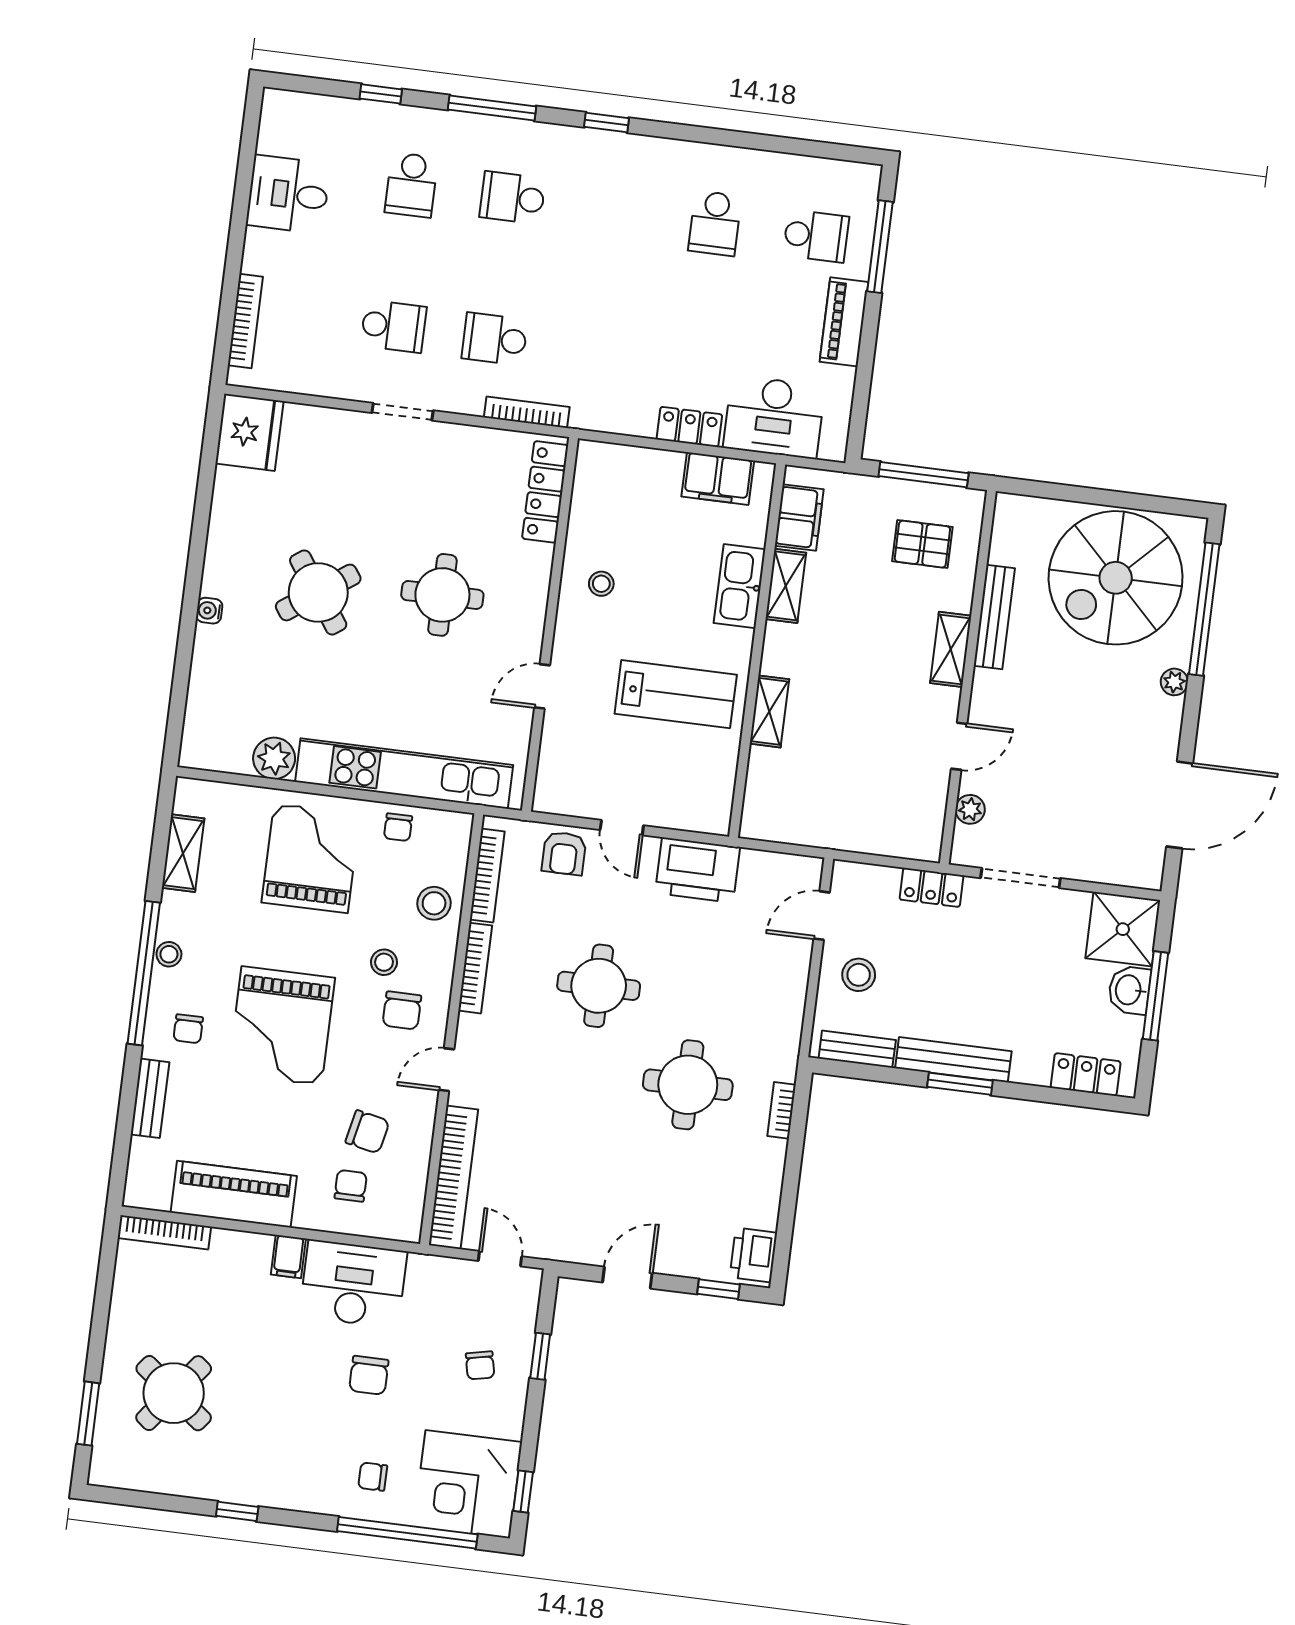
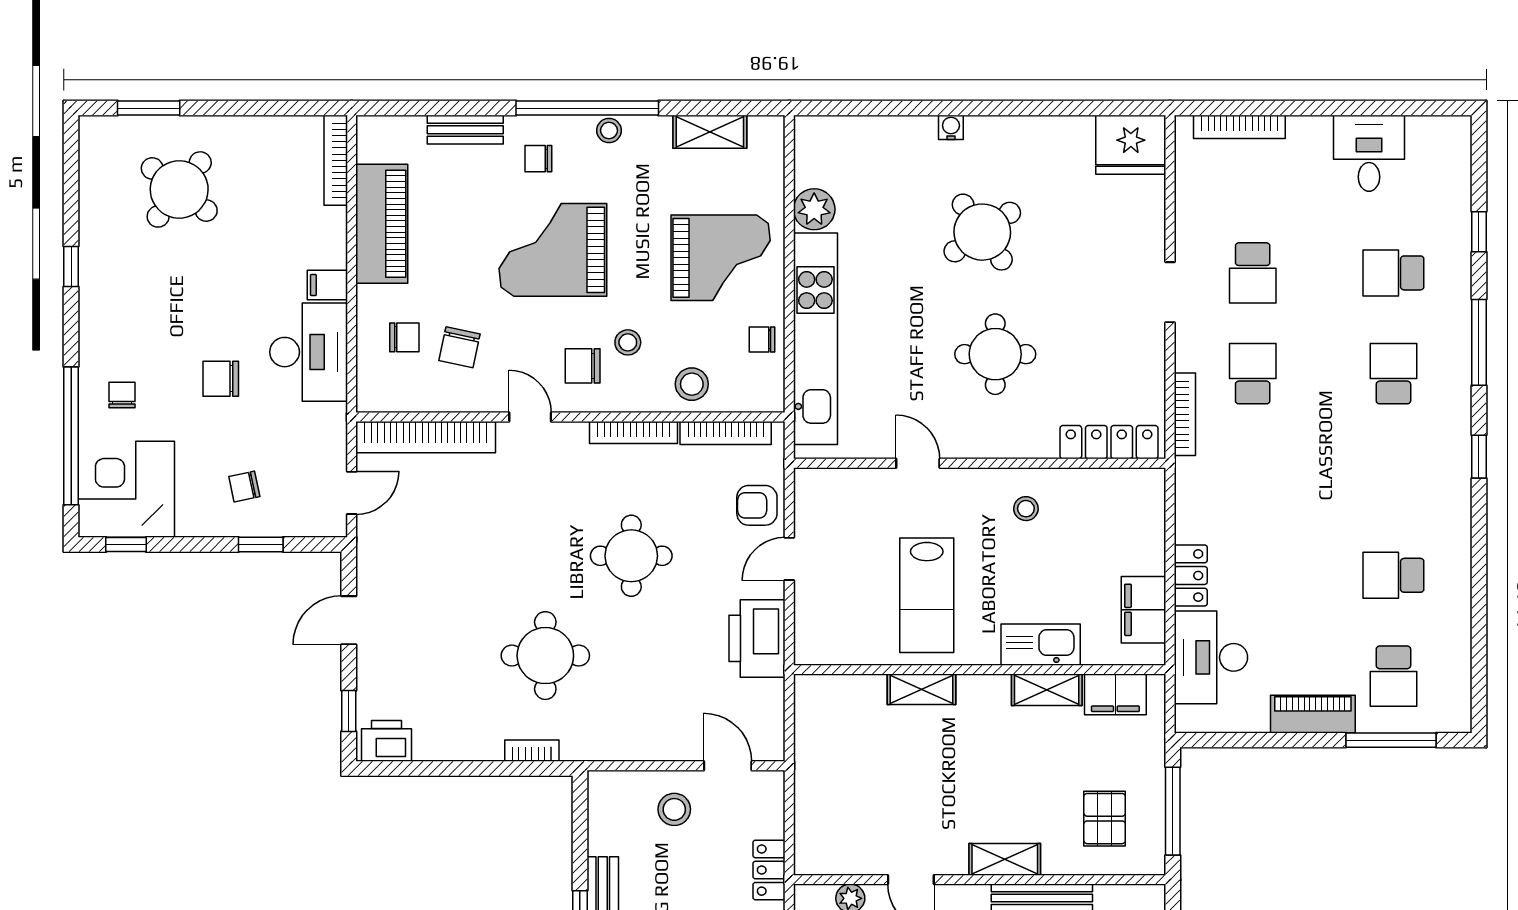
bench: (857, 1049) -> (601, 817), removed
door: (627, 1278) -> (349, 620), swing flipped

